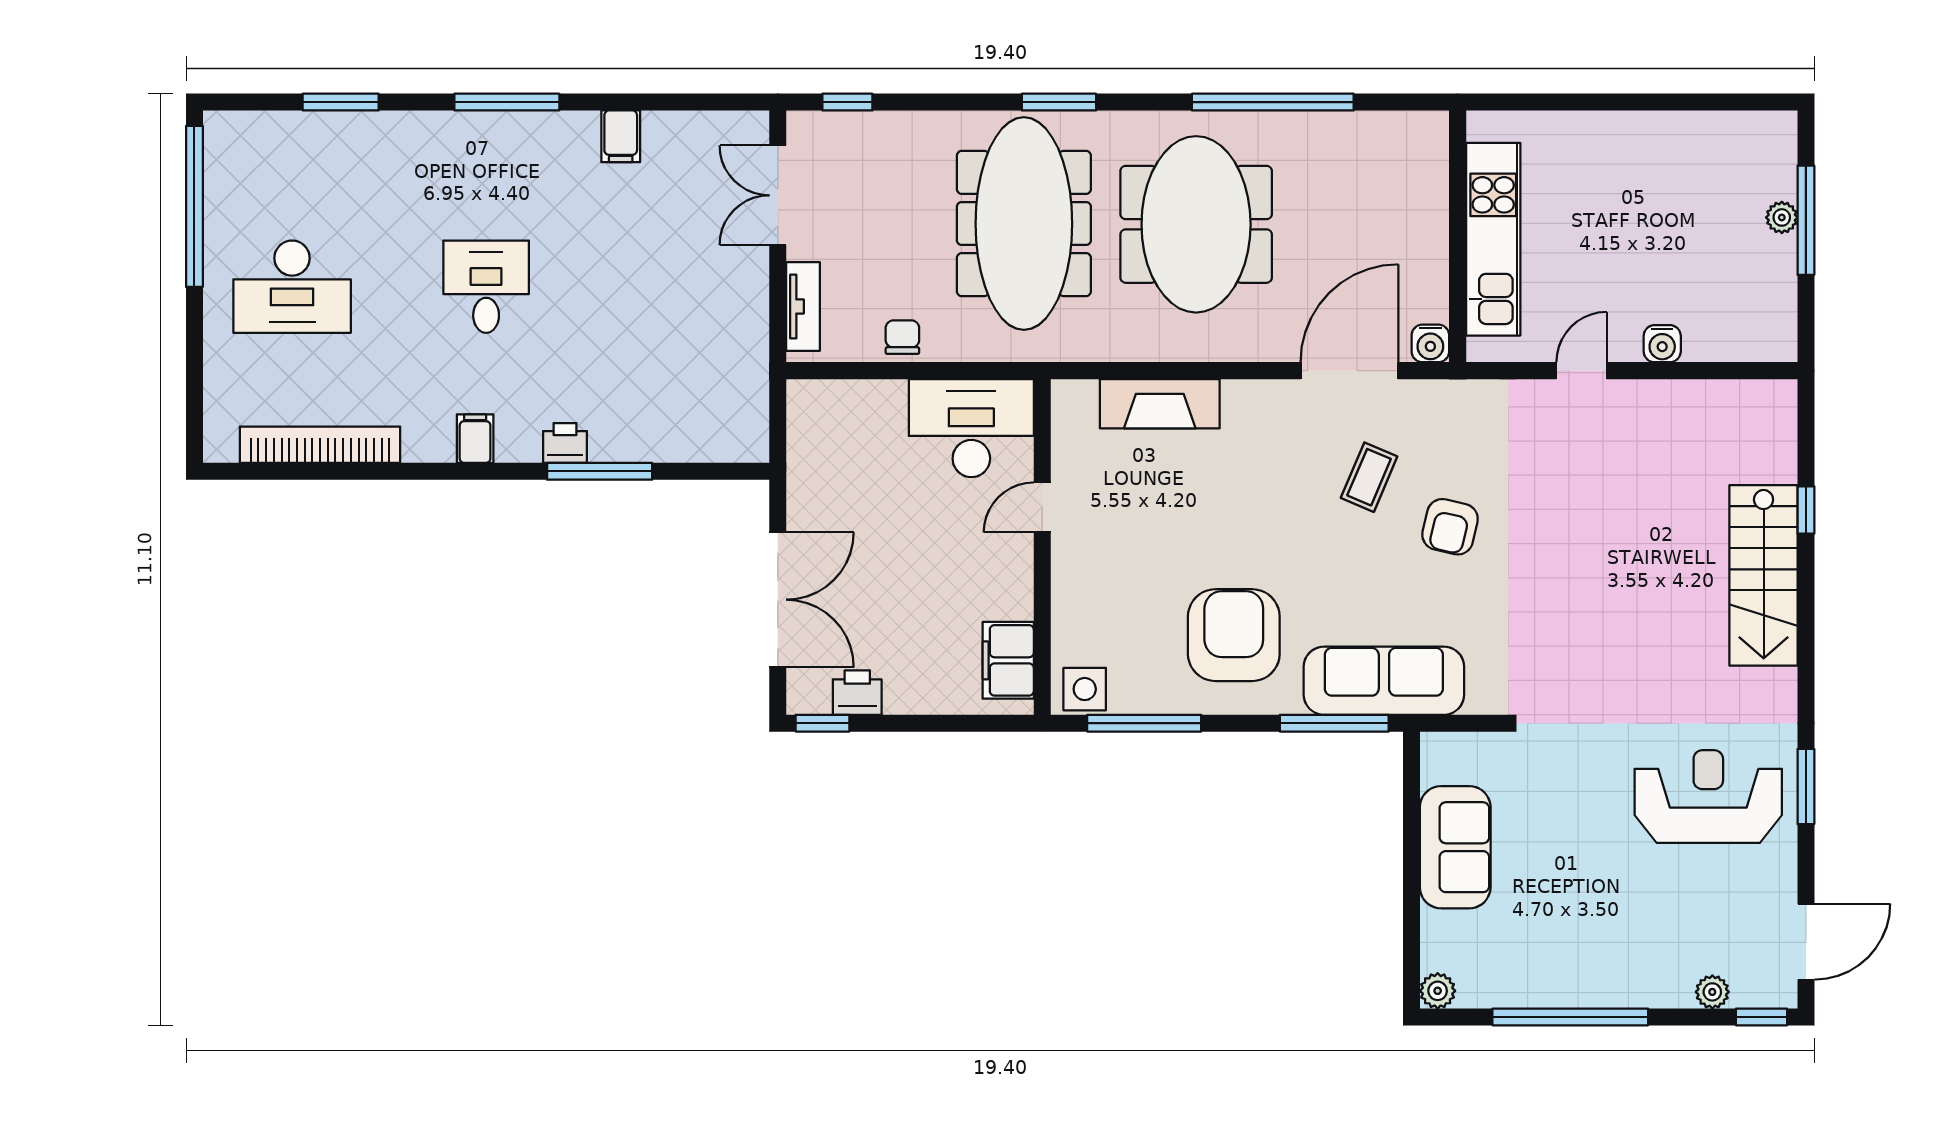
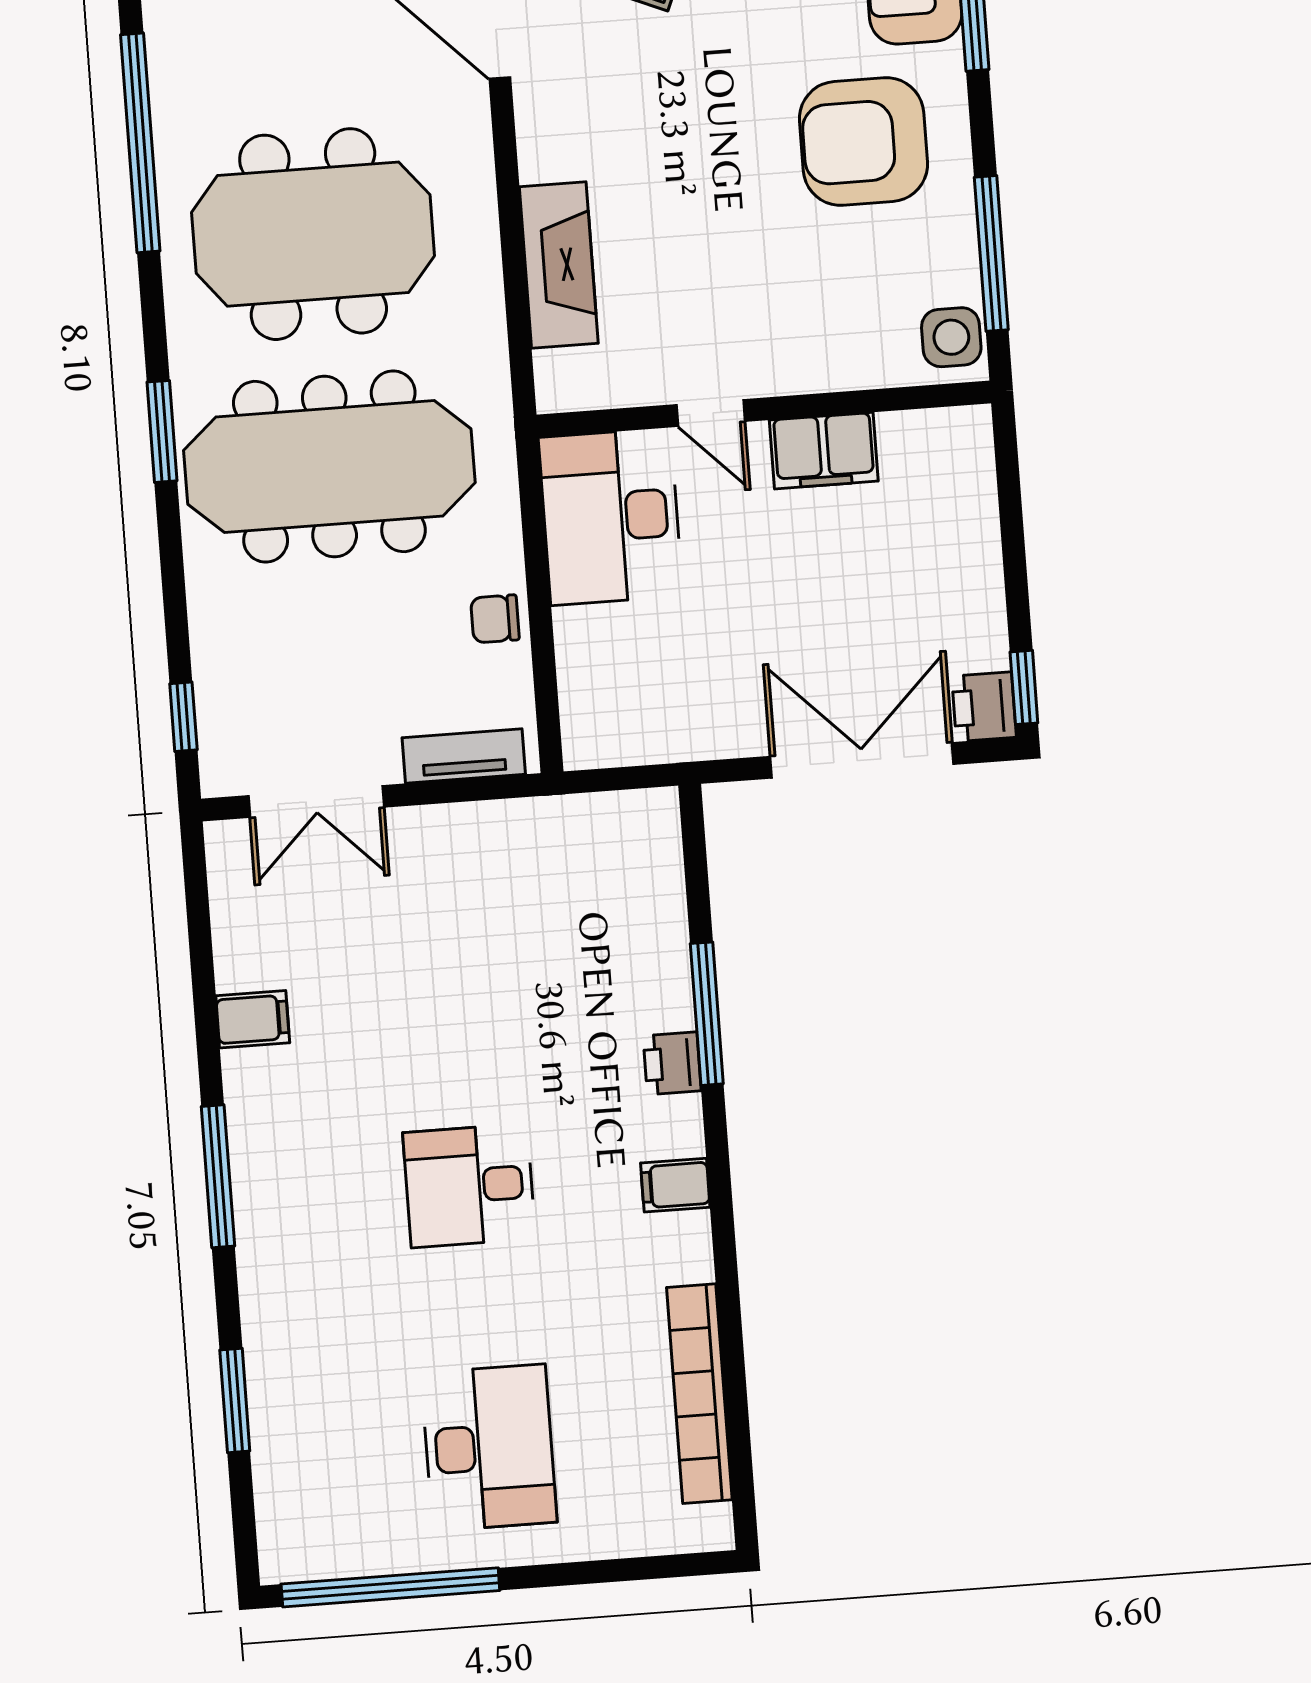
filing cabinet: (1008, 660) -> (824, 451), moved
printer: (857, 693) -> (984, 707), moved

